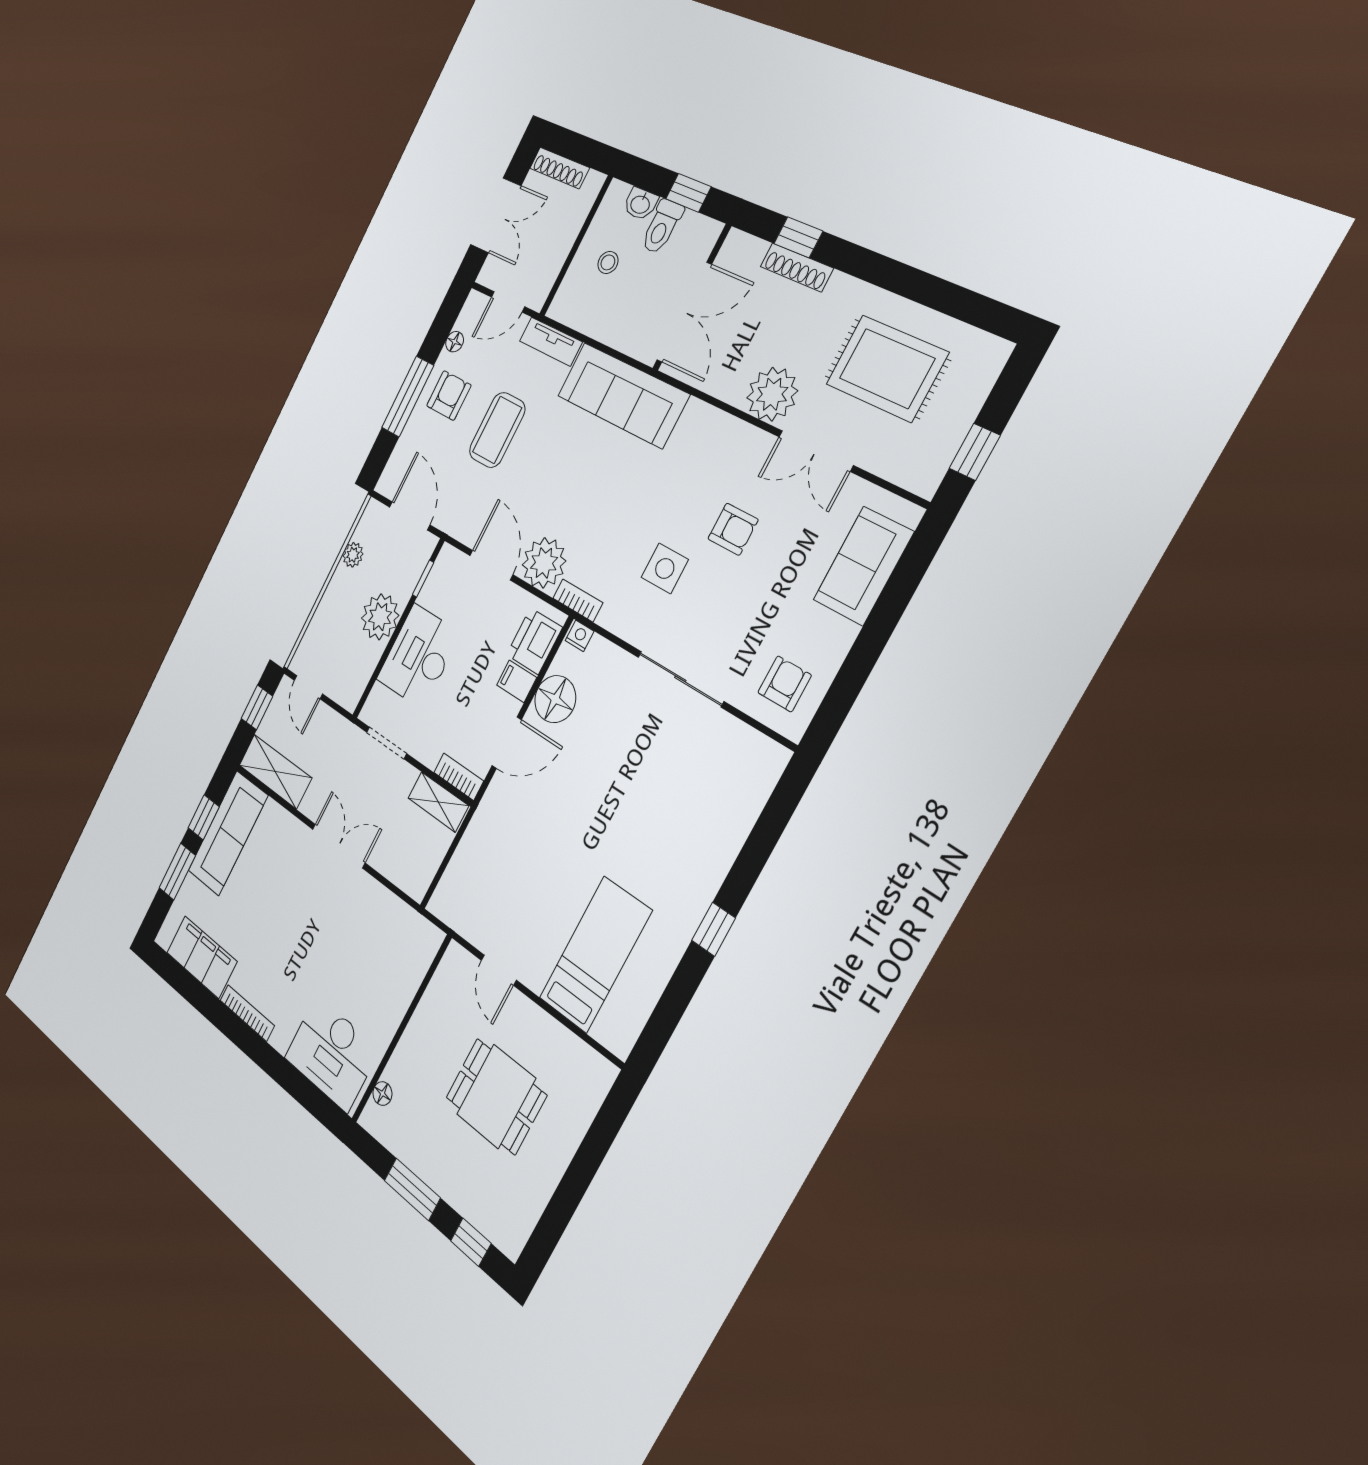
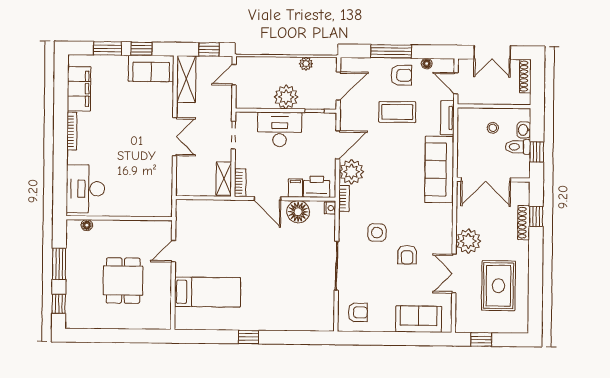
sofa: (228, 833) -> (151, 68), width x0.73

